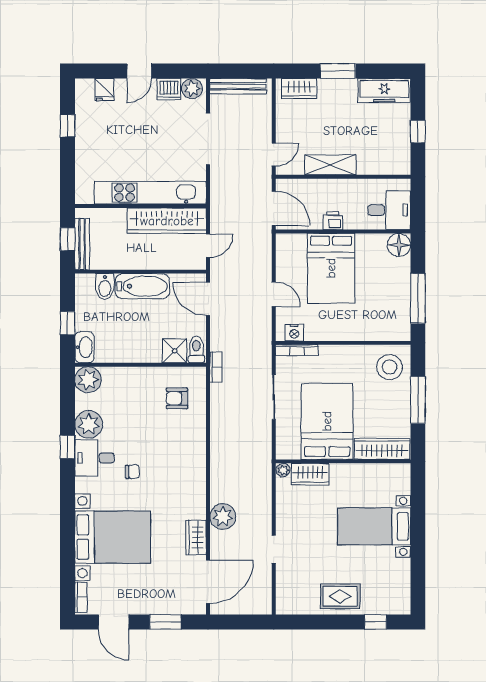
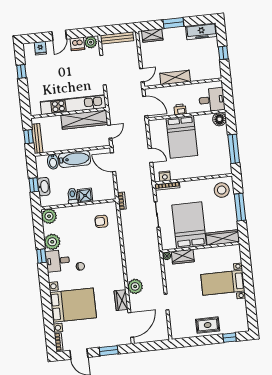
washbasin: (84, 347) -> (44, 187), moved
toilet: (196, 349) -> (73, 196), moved
shower: (175, 351) -> (85, 195), moved

